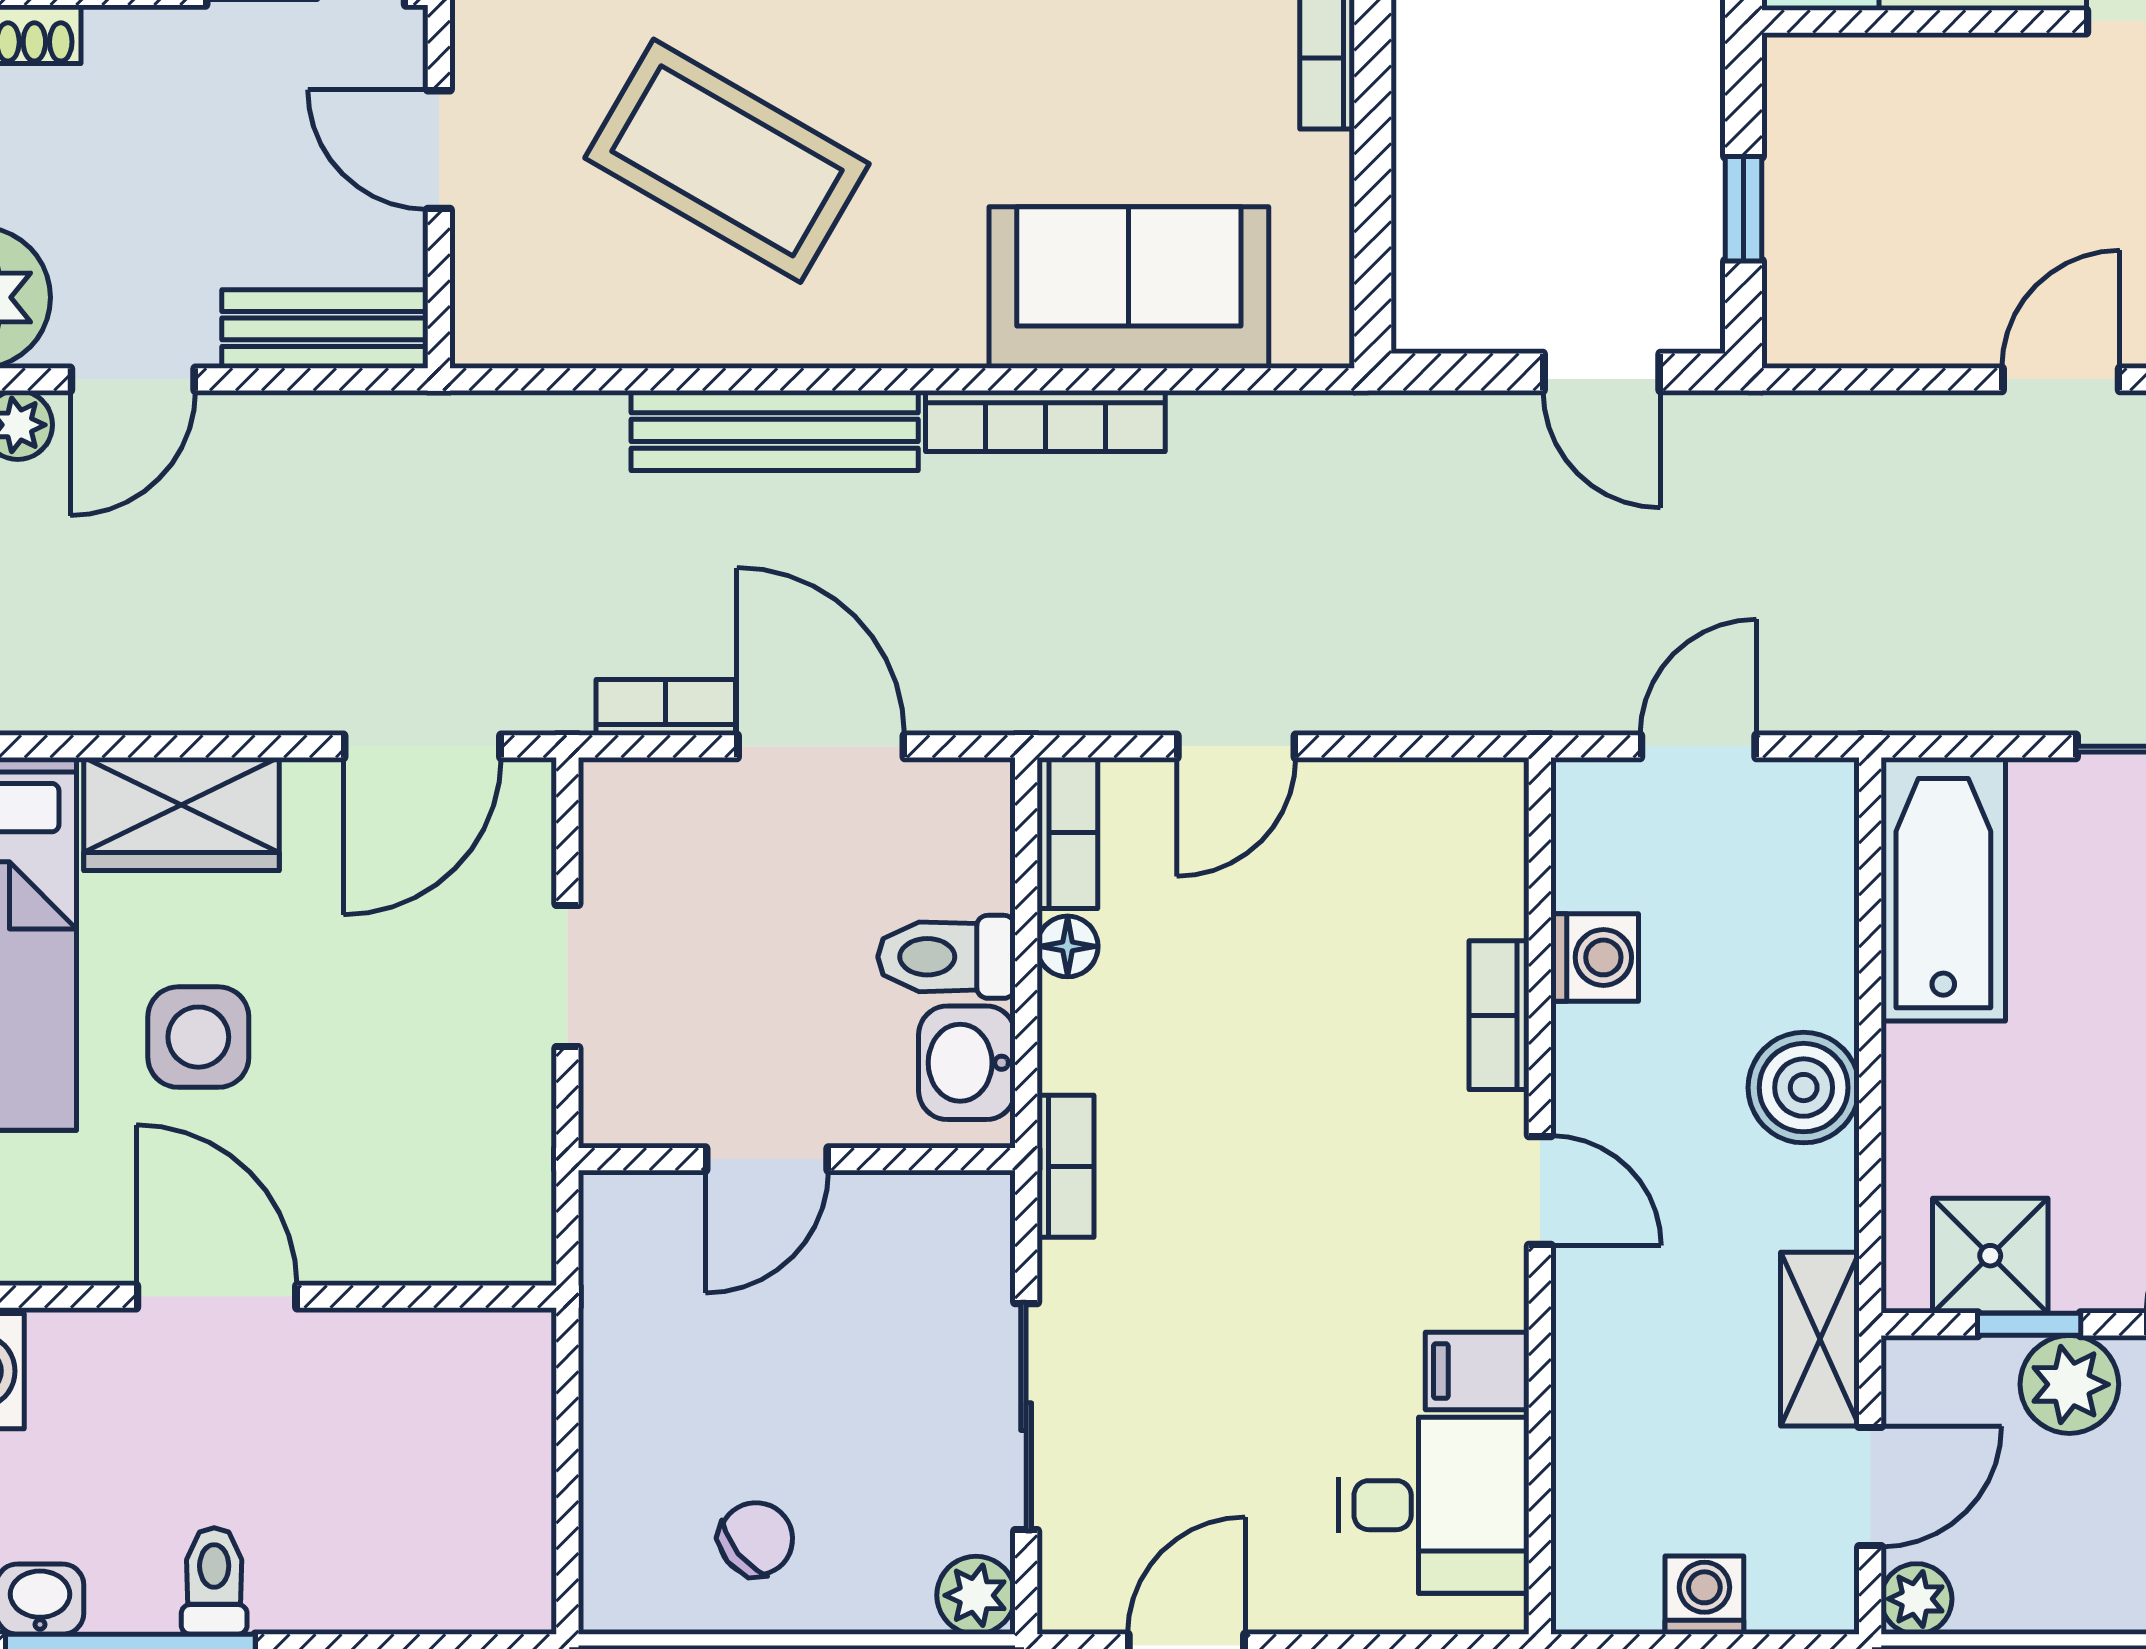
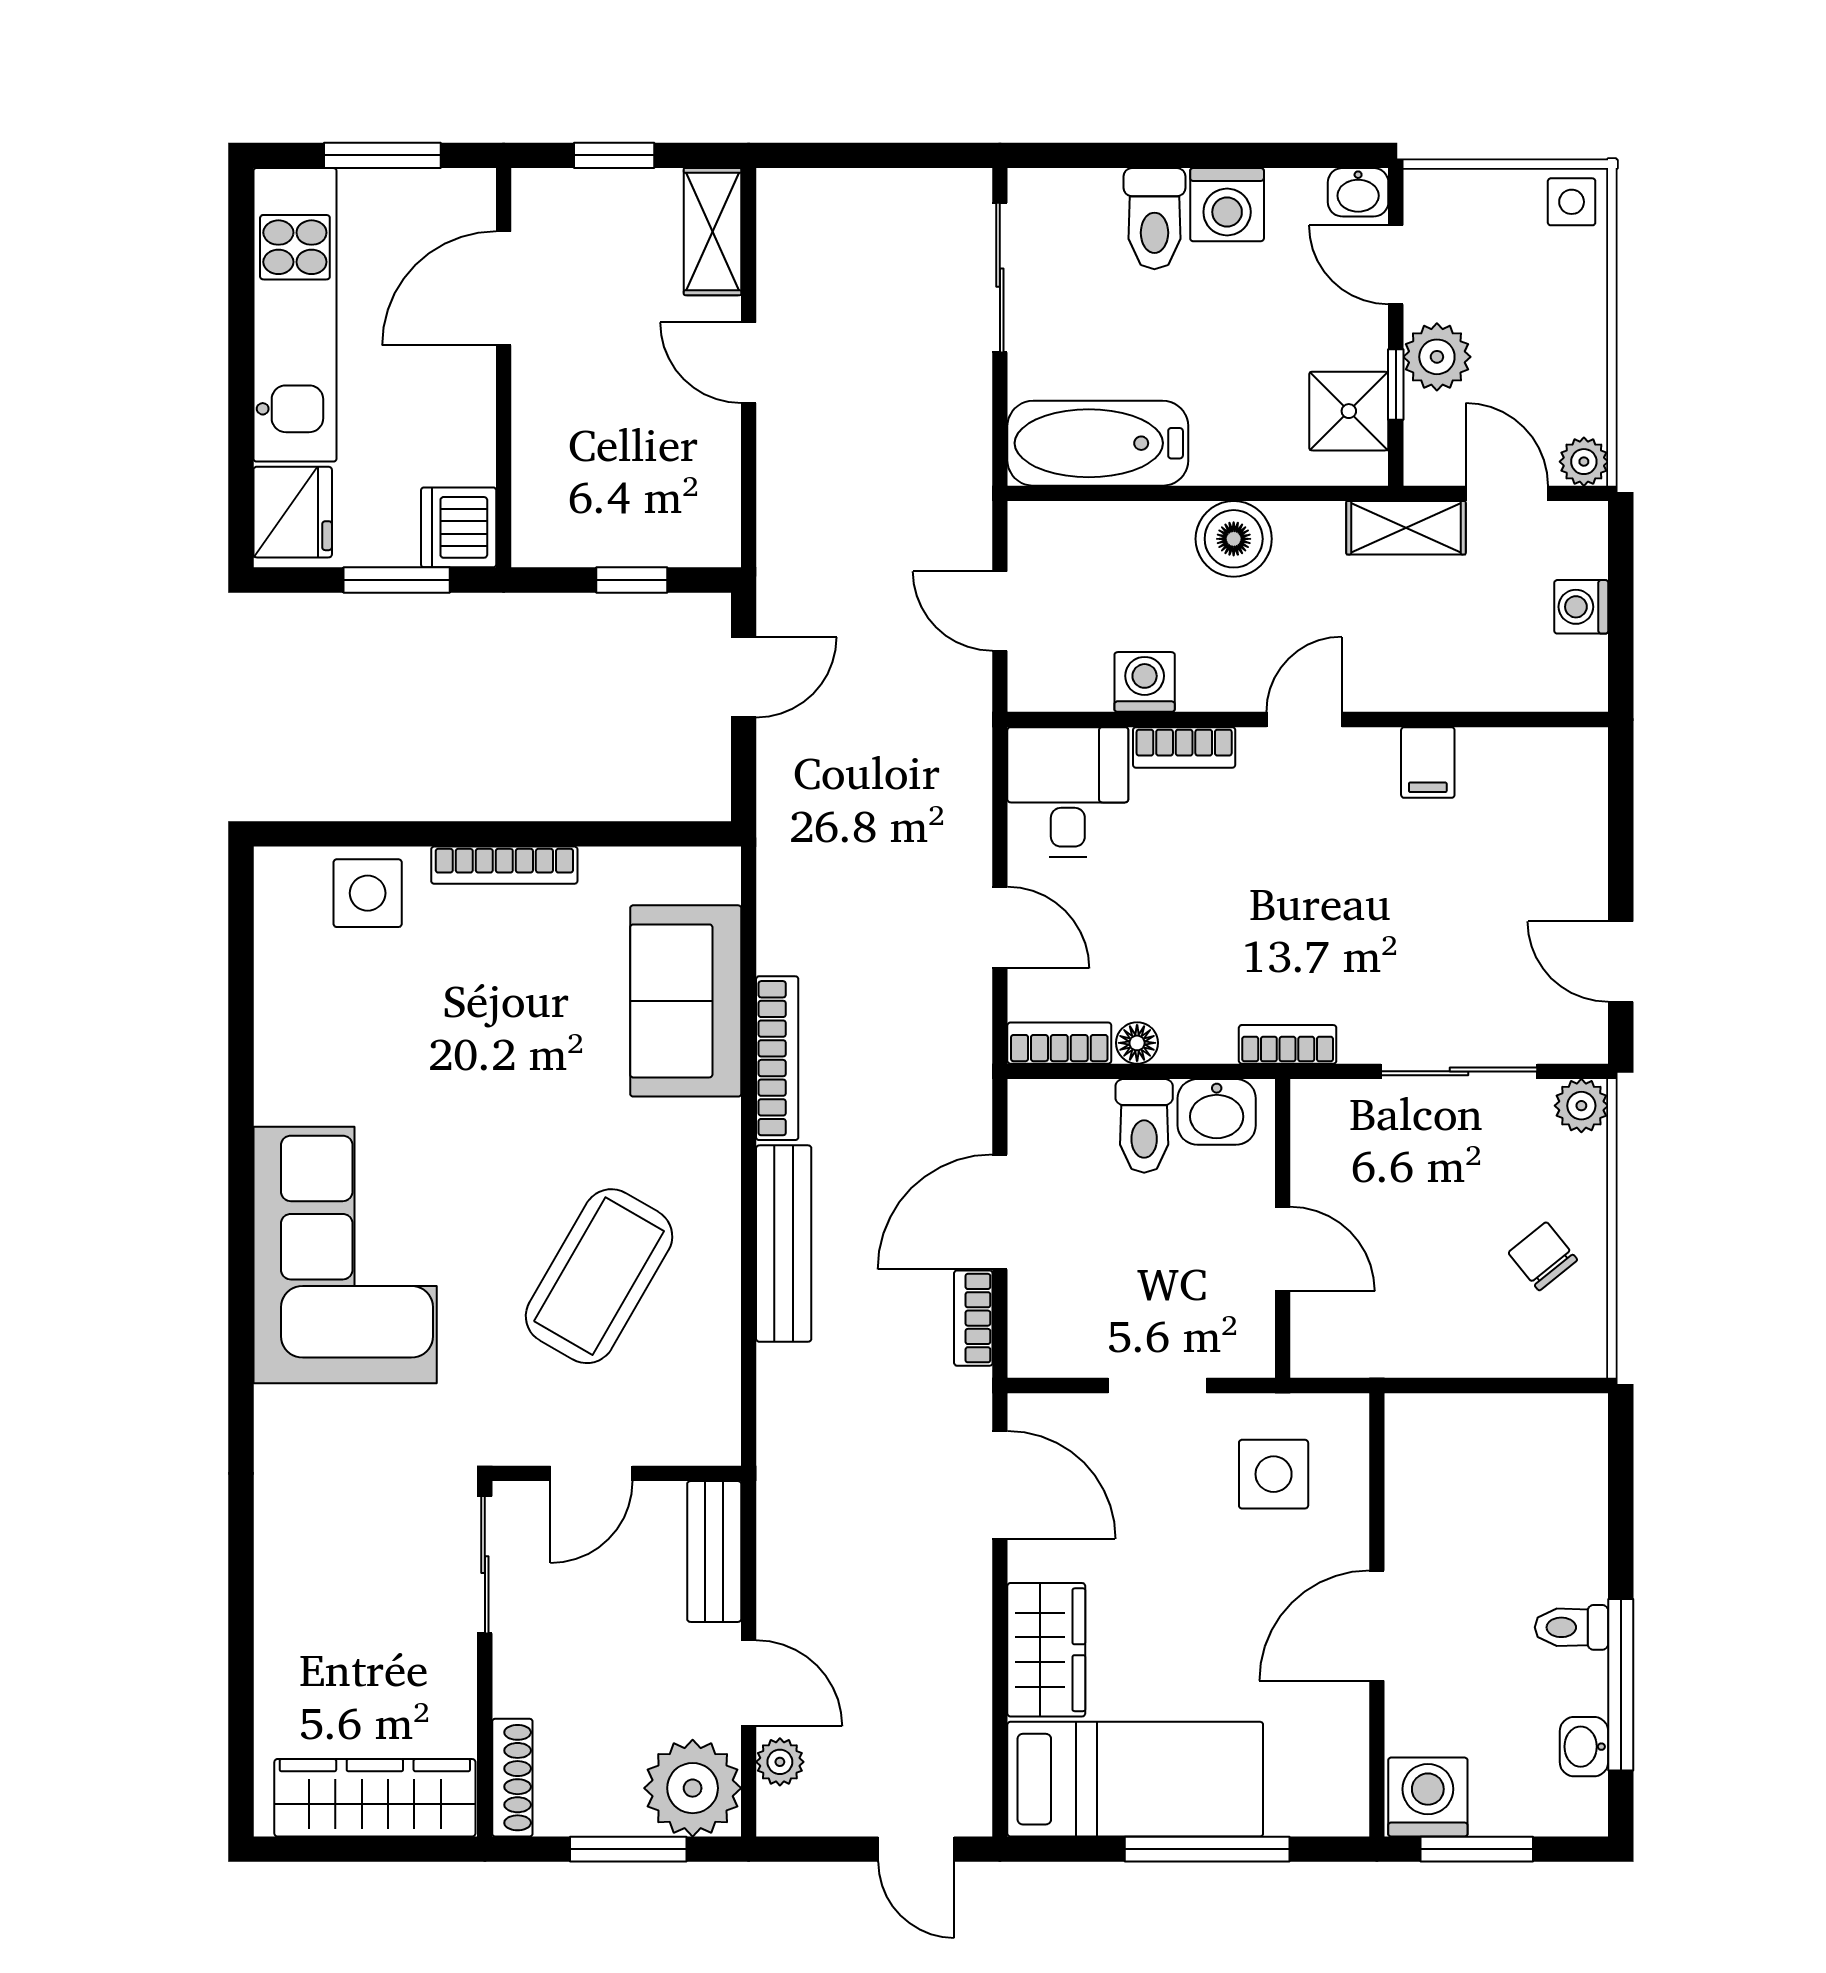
side table: (198, 1037) -> (1274, 1474), moved
desk: (1434, 1505) -> (1068, 792), moved

